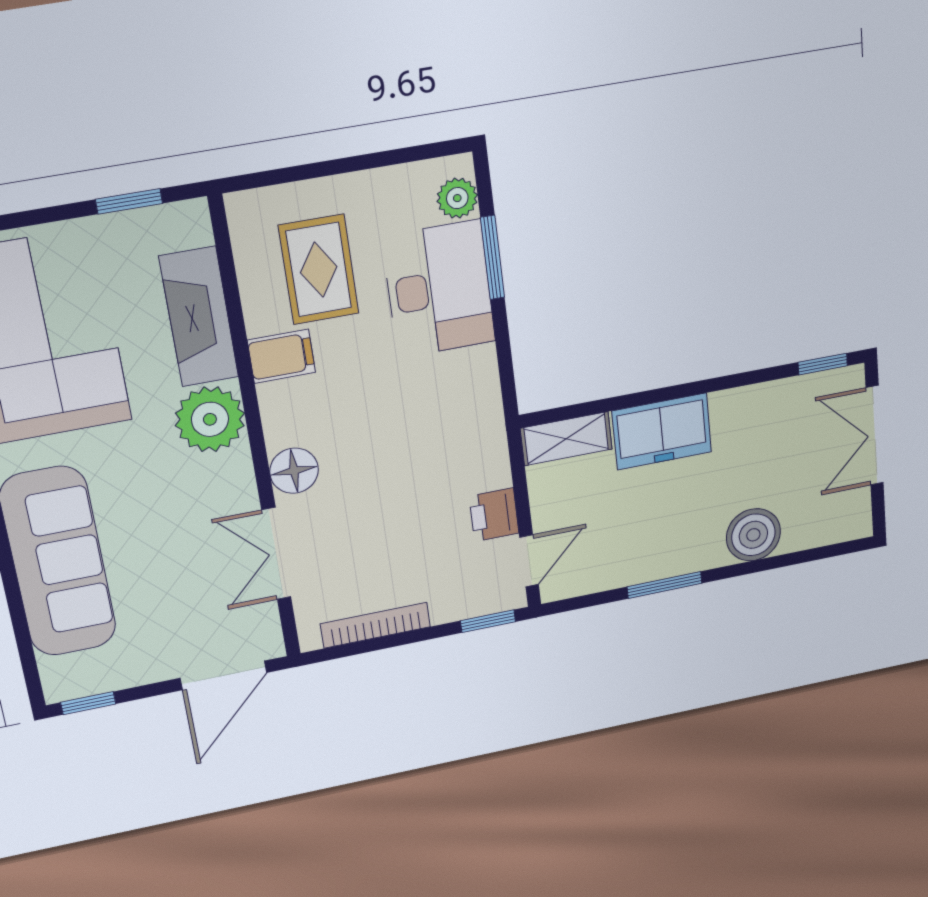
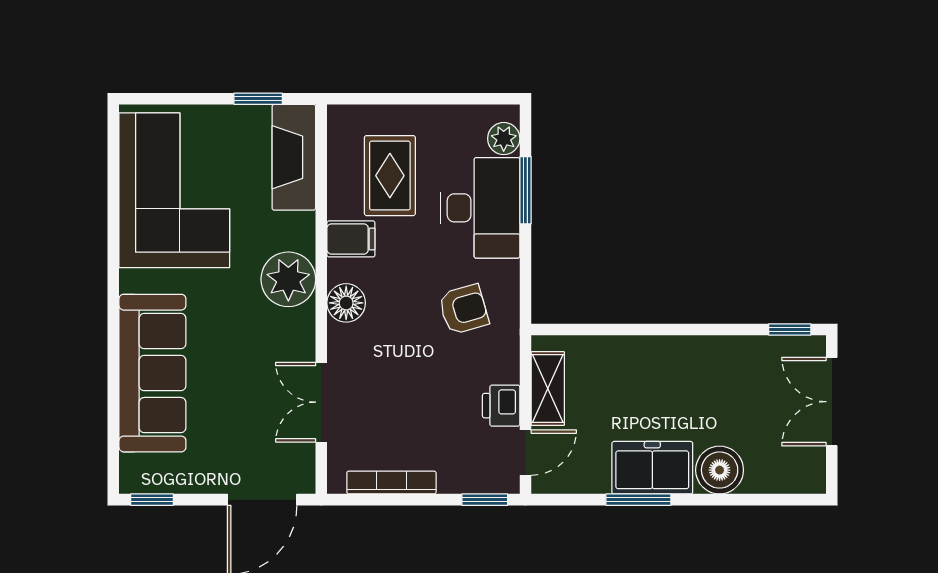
fireplace: (199, 317) -> (294, 157), moved
armchair: (434, 414) -> (464, 309), added
freezer: (662, 431) -> (652, 468), moved, turned 180
shelving: (566, 439) -> (548, 389), moved, turned 90
floor lamp: (294, 471) -> (346, 303), moved

